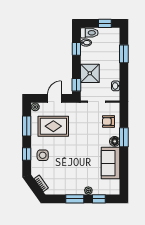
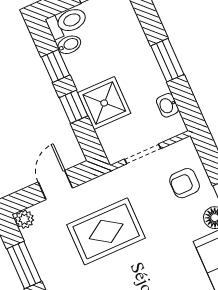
window: (124, 54) -> (167, 60), moved
window: (76, 85) -> (74, 107), moved
rug: (53, 126) -> (106, 231), moved

